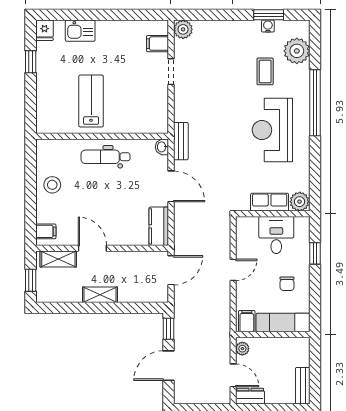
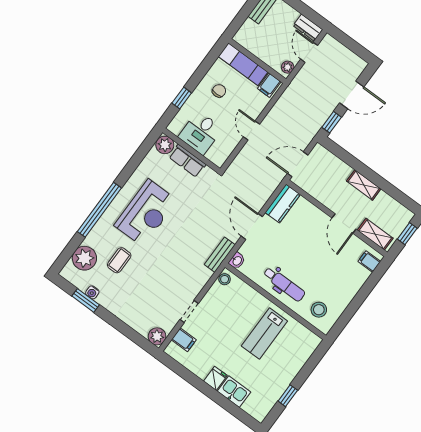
fridge: (44, 30) -> (215, 378), moved
stool: (161, 123) -> (225, 279), added
stool: (52, 185) -> (319, 310), moved
door: (233, 270) -> (251, 131), hinge flipped

